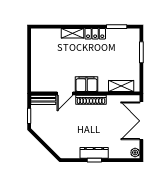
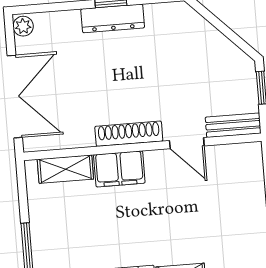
filing cabinet: (87, 84) -> (119, 169), moved
door: (65, 93) -> (187, 143), swing flipped

